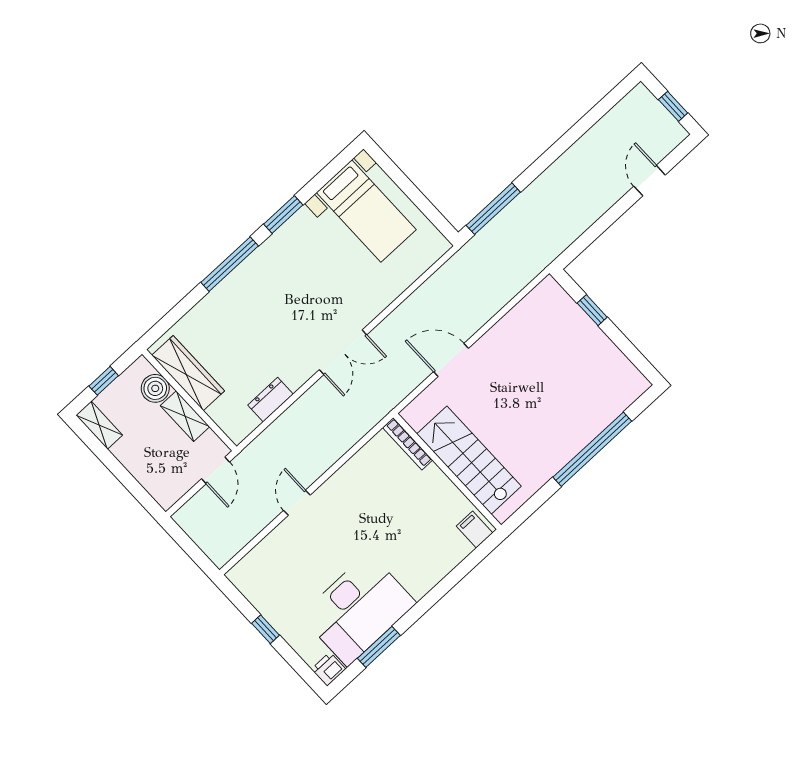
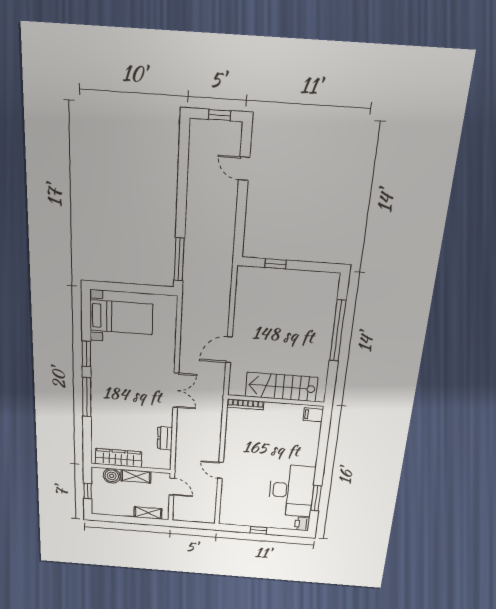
shelving: (99, 425) -> (148, 513), moved

